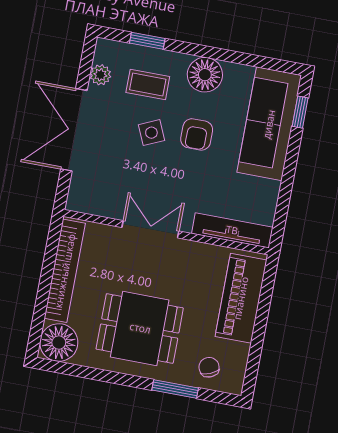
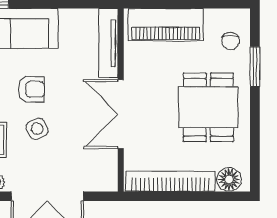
double door: (150, 229) -> (121, 114), width x1.37
floor lamp: (59, 343) -> (229, 179), width x0.73, depth x0.73
chair: (209, 367) -> (231, 41), turned -67

